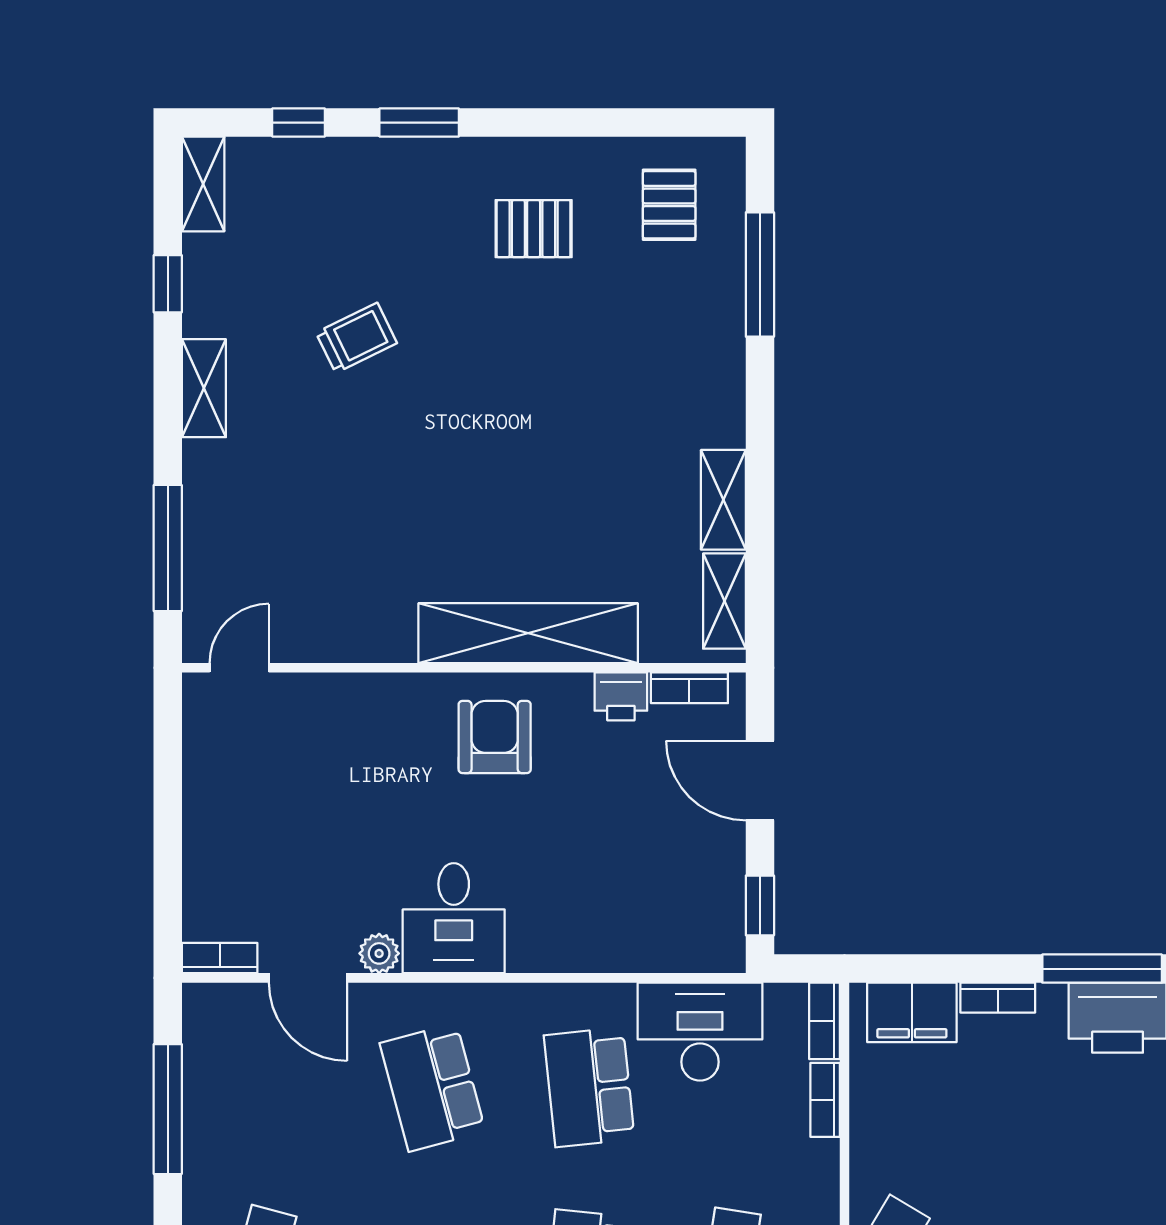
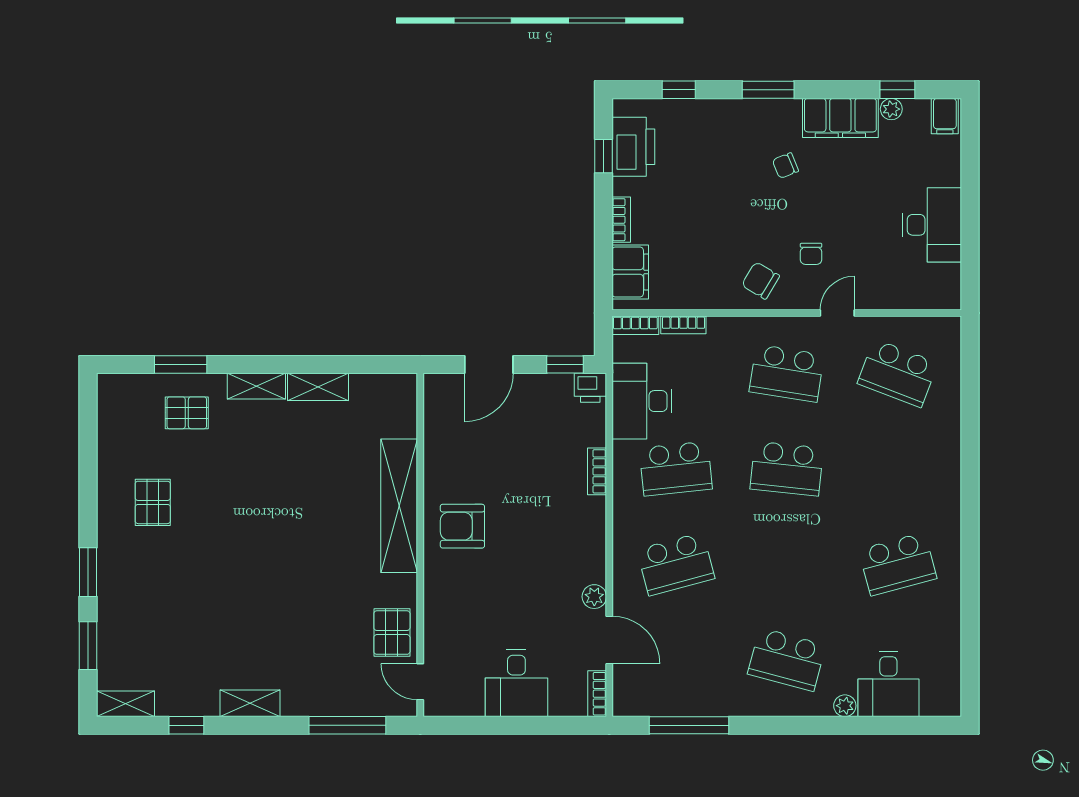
window: (299, 123) -> (88, 646), width x1.50
pallet: (669, 205) -> (187, 413), moved
window: (760, 274) -> (181, 365), width x0.69
trolley: (356, 338) -> (219, 610), removed
shelving: (724, 601) -> (256, 386), moved
pallet: (320, 621) -> (392, 633), added
bookcase: (689, 688) -> (597, 471), moved, turned 180
printer: (621, 696) -> (590, 388), moved, turned 90
desk: (454, 918) -> (516, 683), moved, turned 90
window: (1102, 969) -> (603, 156), width x0.46
door: (308, 978) -> (609, 640), hinge flipped

